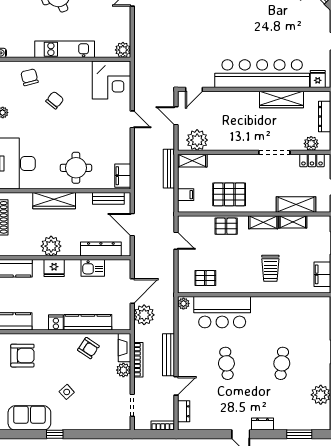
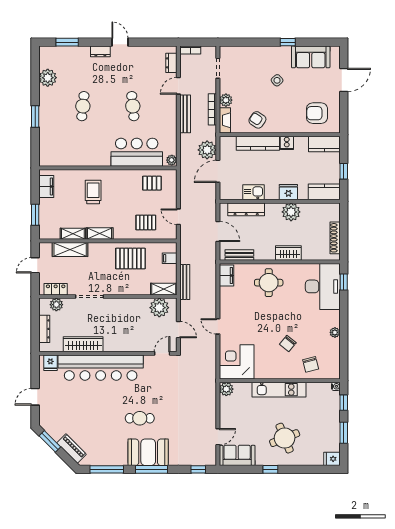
cafe table: (219, 18) -> (140, 418), added
wardrobe: (54, 201) -> (288, 253), width x0.67
pallet: (226, 226) -> (146, 222), moved

